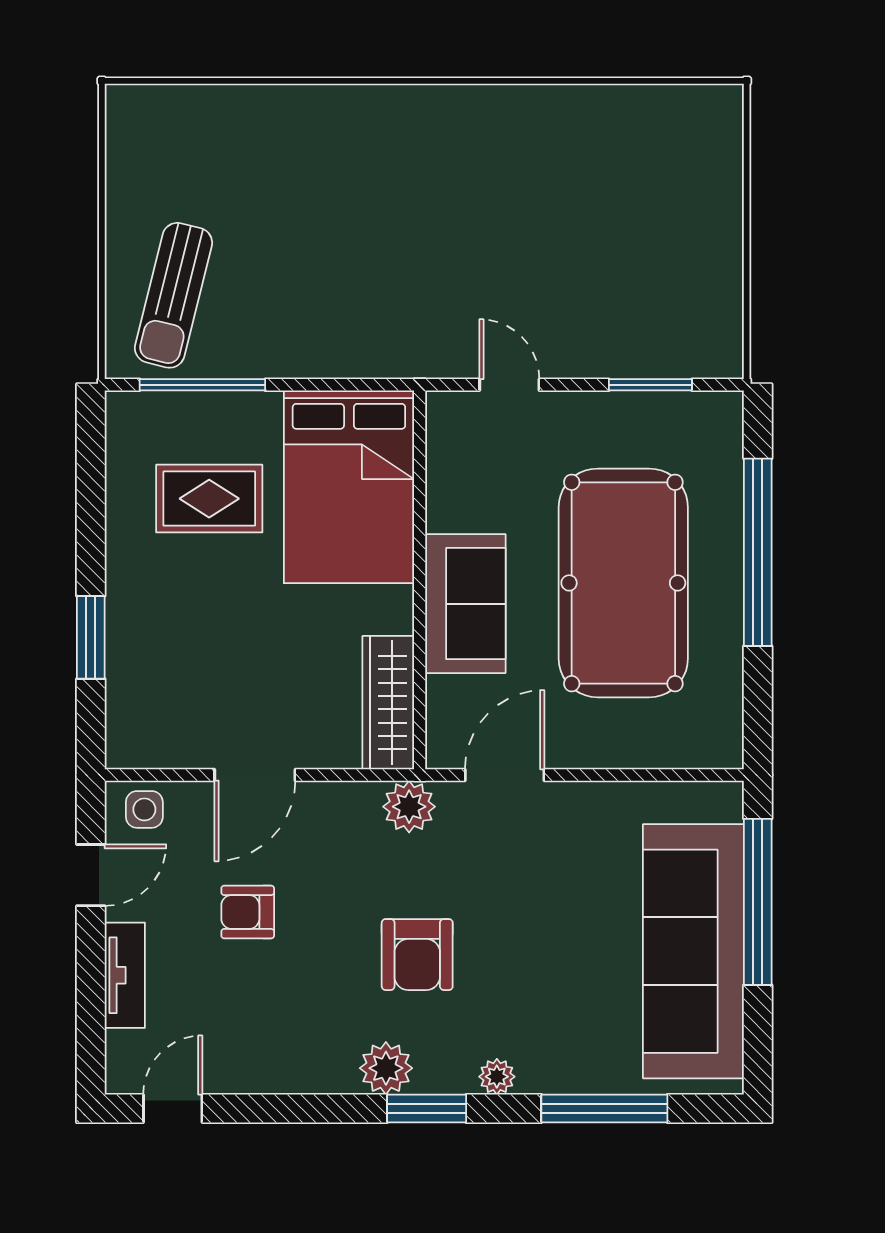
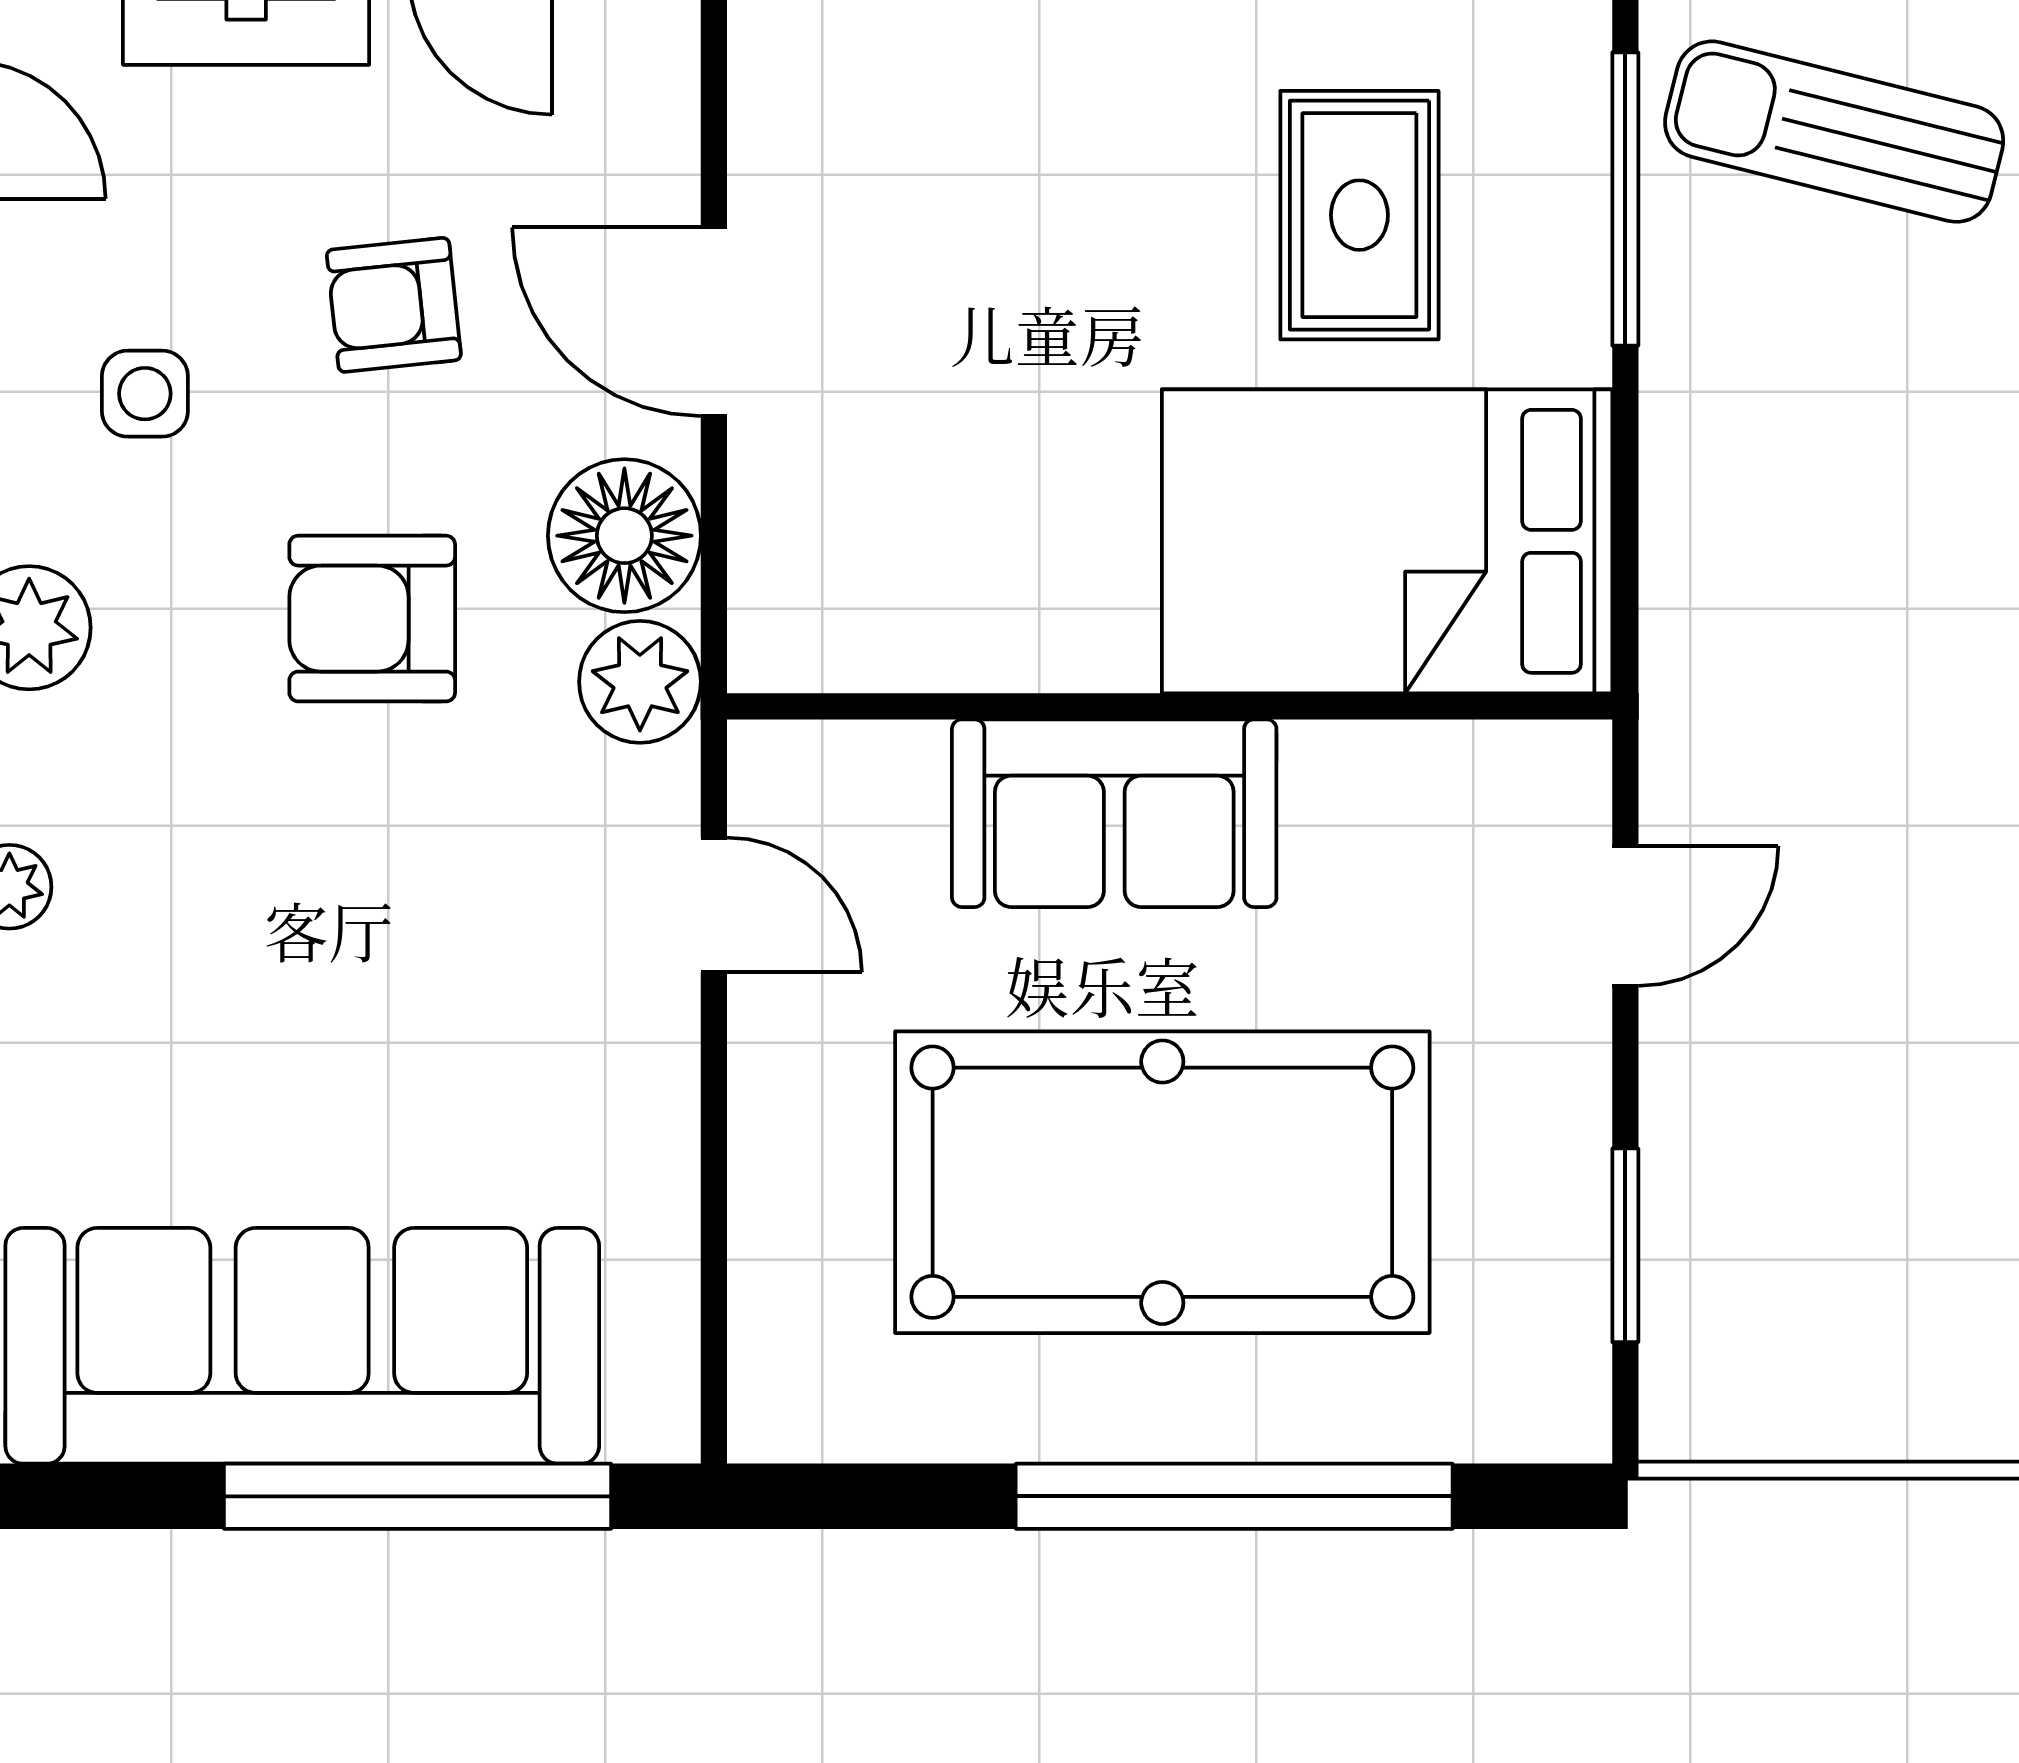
wardrobe: (388, 703) -> (883, 633), removed
door: (505, 775) -> (714, 905), width x0.73
side table: (144, 809) -> (145, 394), moved
floor lamp: (347, 813) -> (624, 536), added
armchair: (248, 912) -> (394, 305), turned -96
armchair: (417, 955) -> (372, 619), moved

